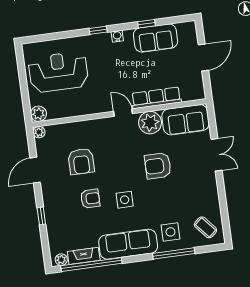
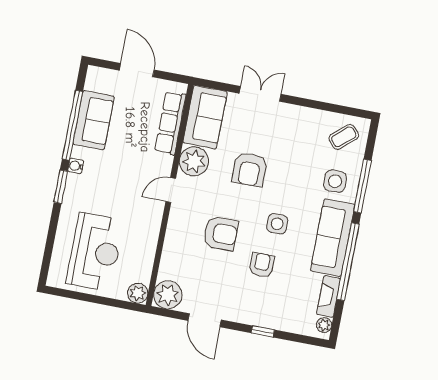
window: (146, 24) -> (72, 125), width x3.17
window: (98, 30) -> (61, 187), width x1.50
reception desk: (58, 72) -> (95, 252), turned 180
row of seats: (156, 98) -> (170, 123), moved
plant: (39, 132) -> (168, 295), width x1.87, depth x1.87
armchair: (81, 161) -> (221, 233), moved
window: (91, 265) -> (348, 262), moved

